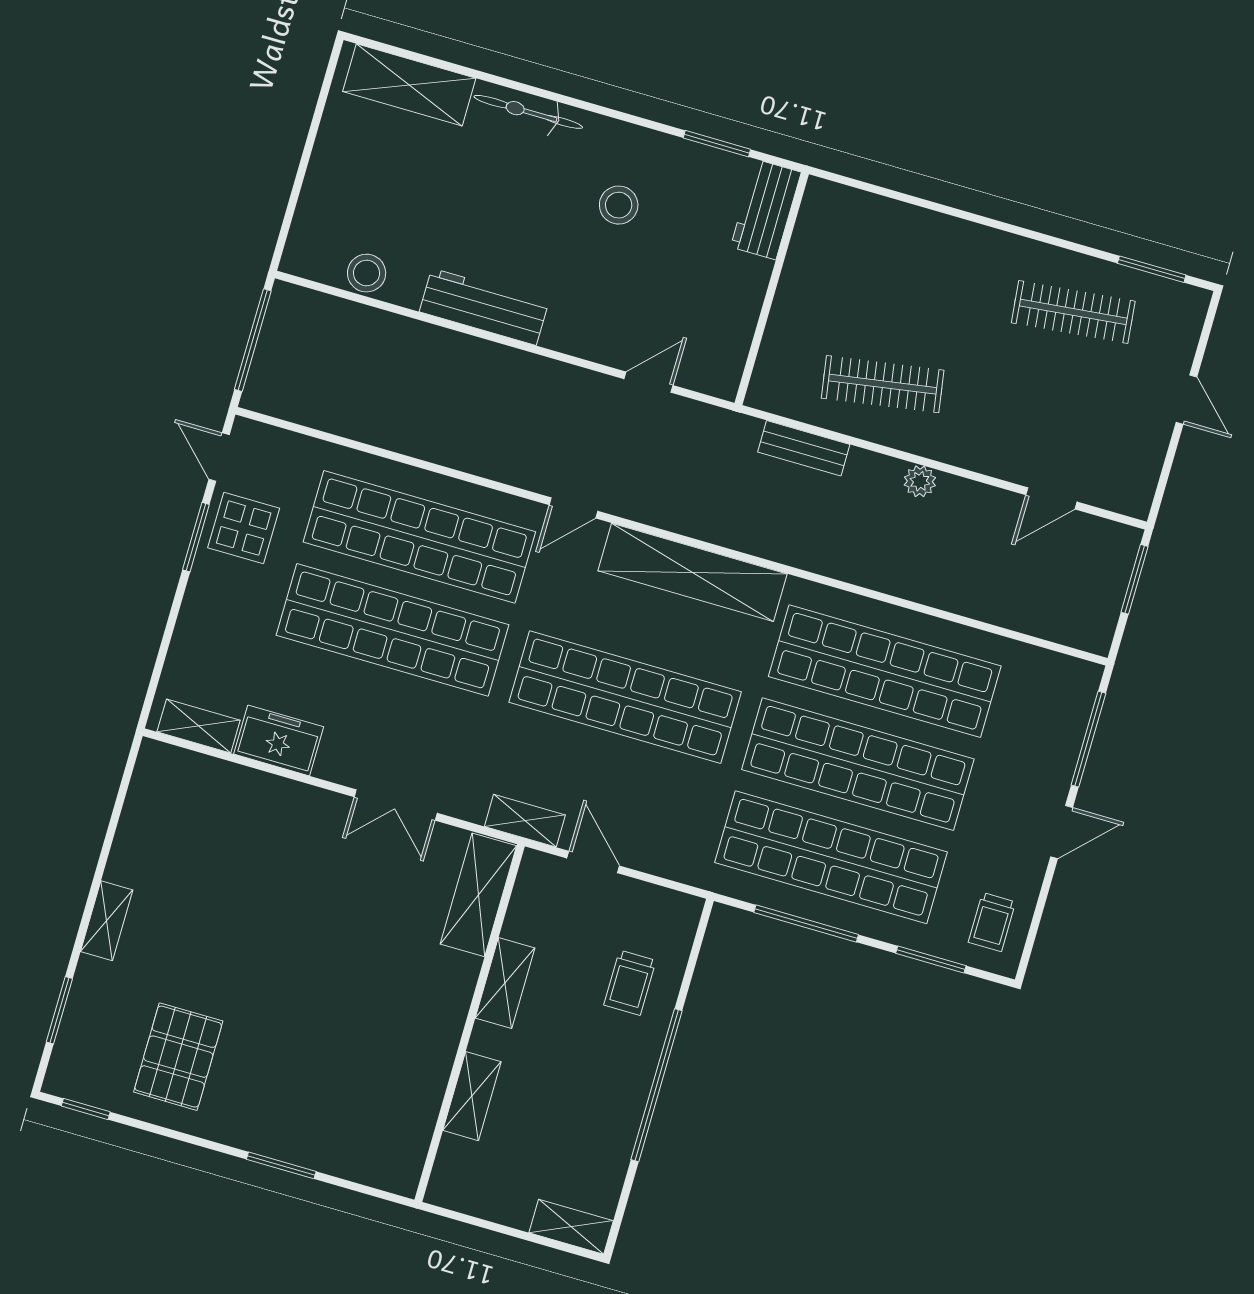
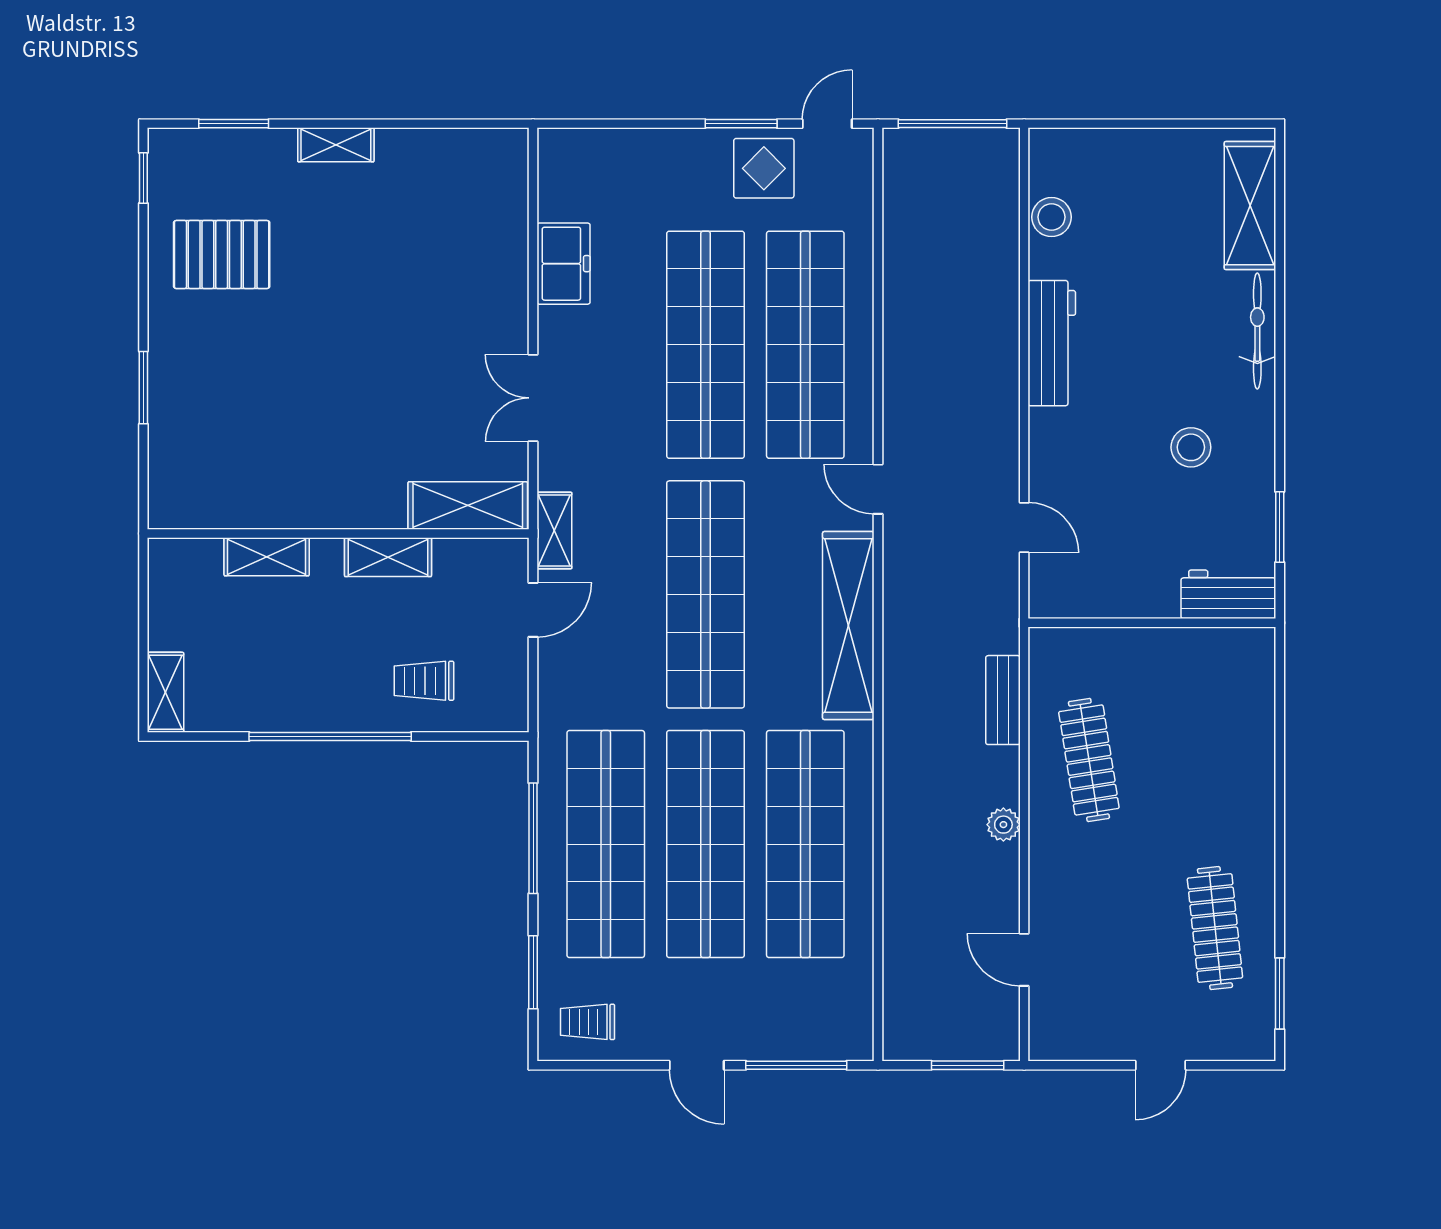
shelving: (199, 726) -> (555, 180), removed

